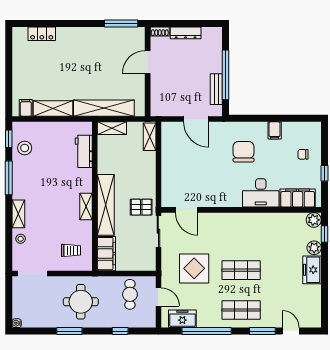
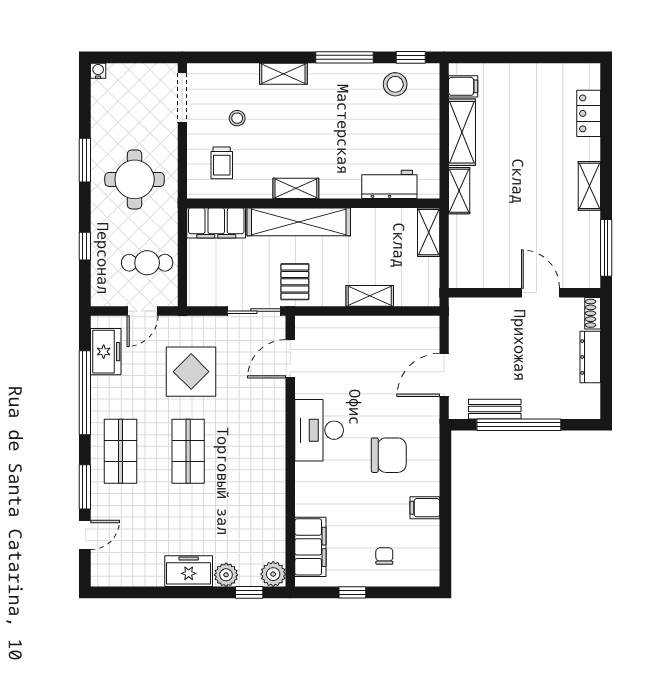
shelving: (85, 33) -> (589, 186), added
shelving: (104, 108) -> (459, 191), width x0.45, depth x0.75
shelving: (150, 137) -> (370, 296), moved
desk: (261, 193) -> (319, 430), moved
stool: (21, 239) -> (237, 118), moved

